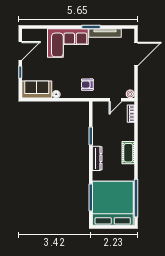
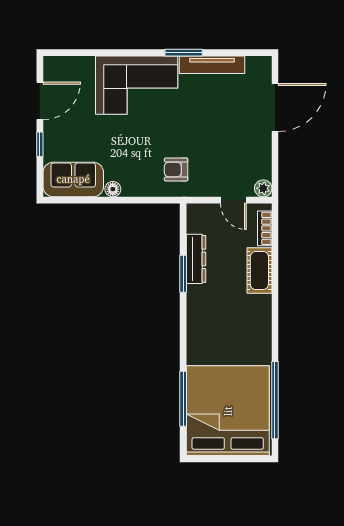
door: (115, 100) -> (233, 200), hinge flipped
cot: (128, 153) -> (259, 270), moved
dresser: (97, 158) -> (196, 259), moved

